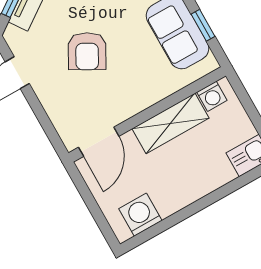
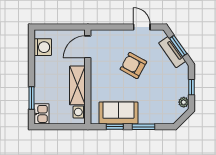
door: (99, 142) -> (88, 47), hinge flipped
window: (233, 186) -> (31, 98), added

